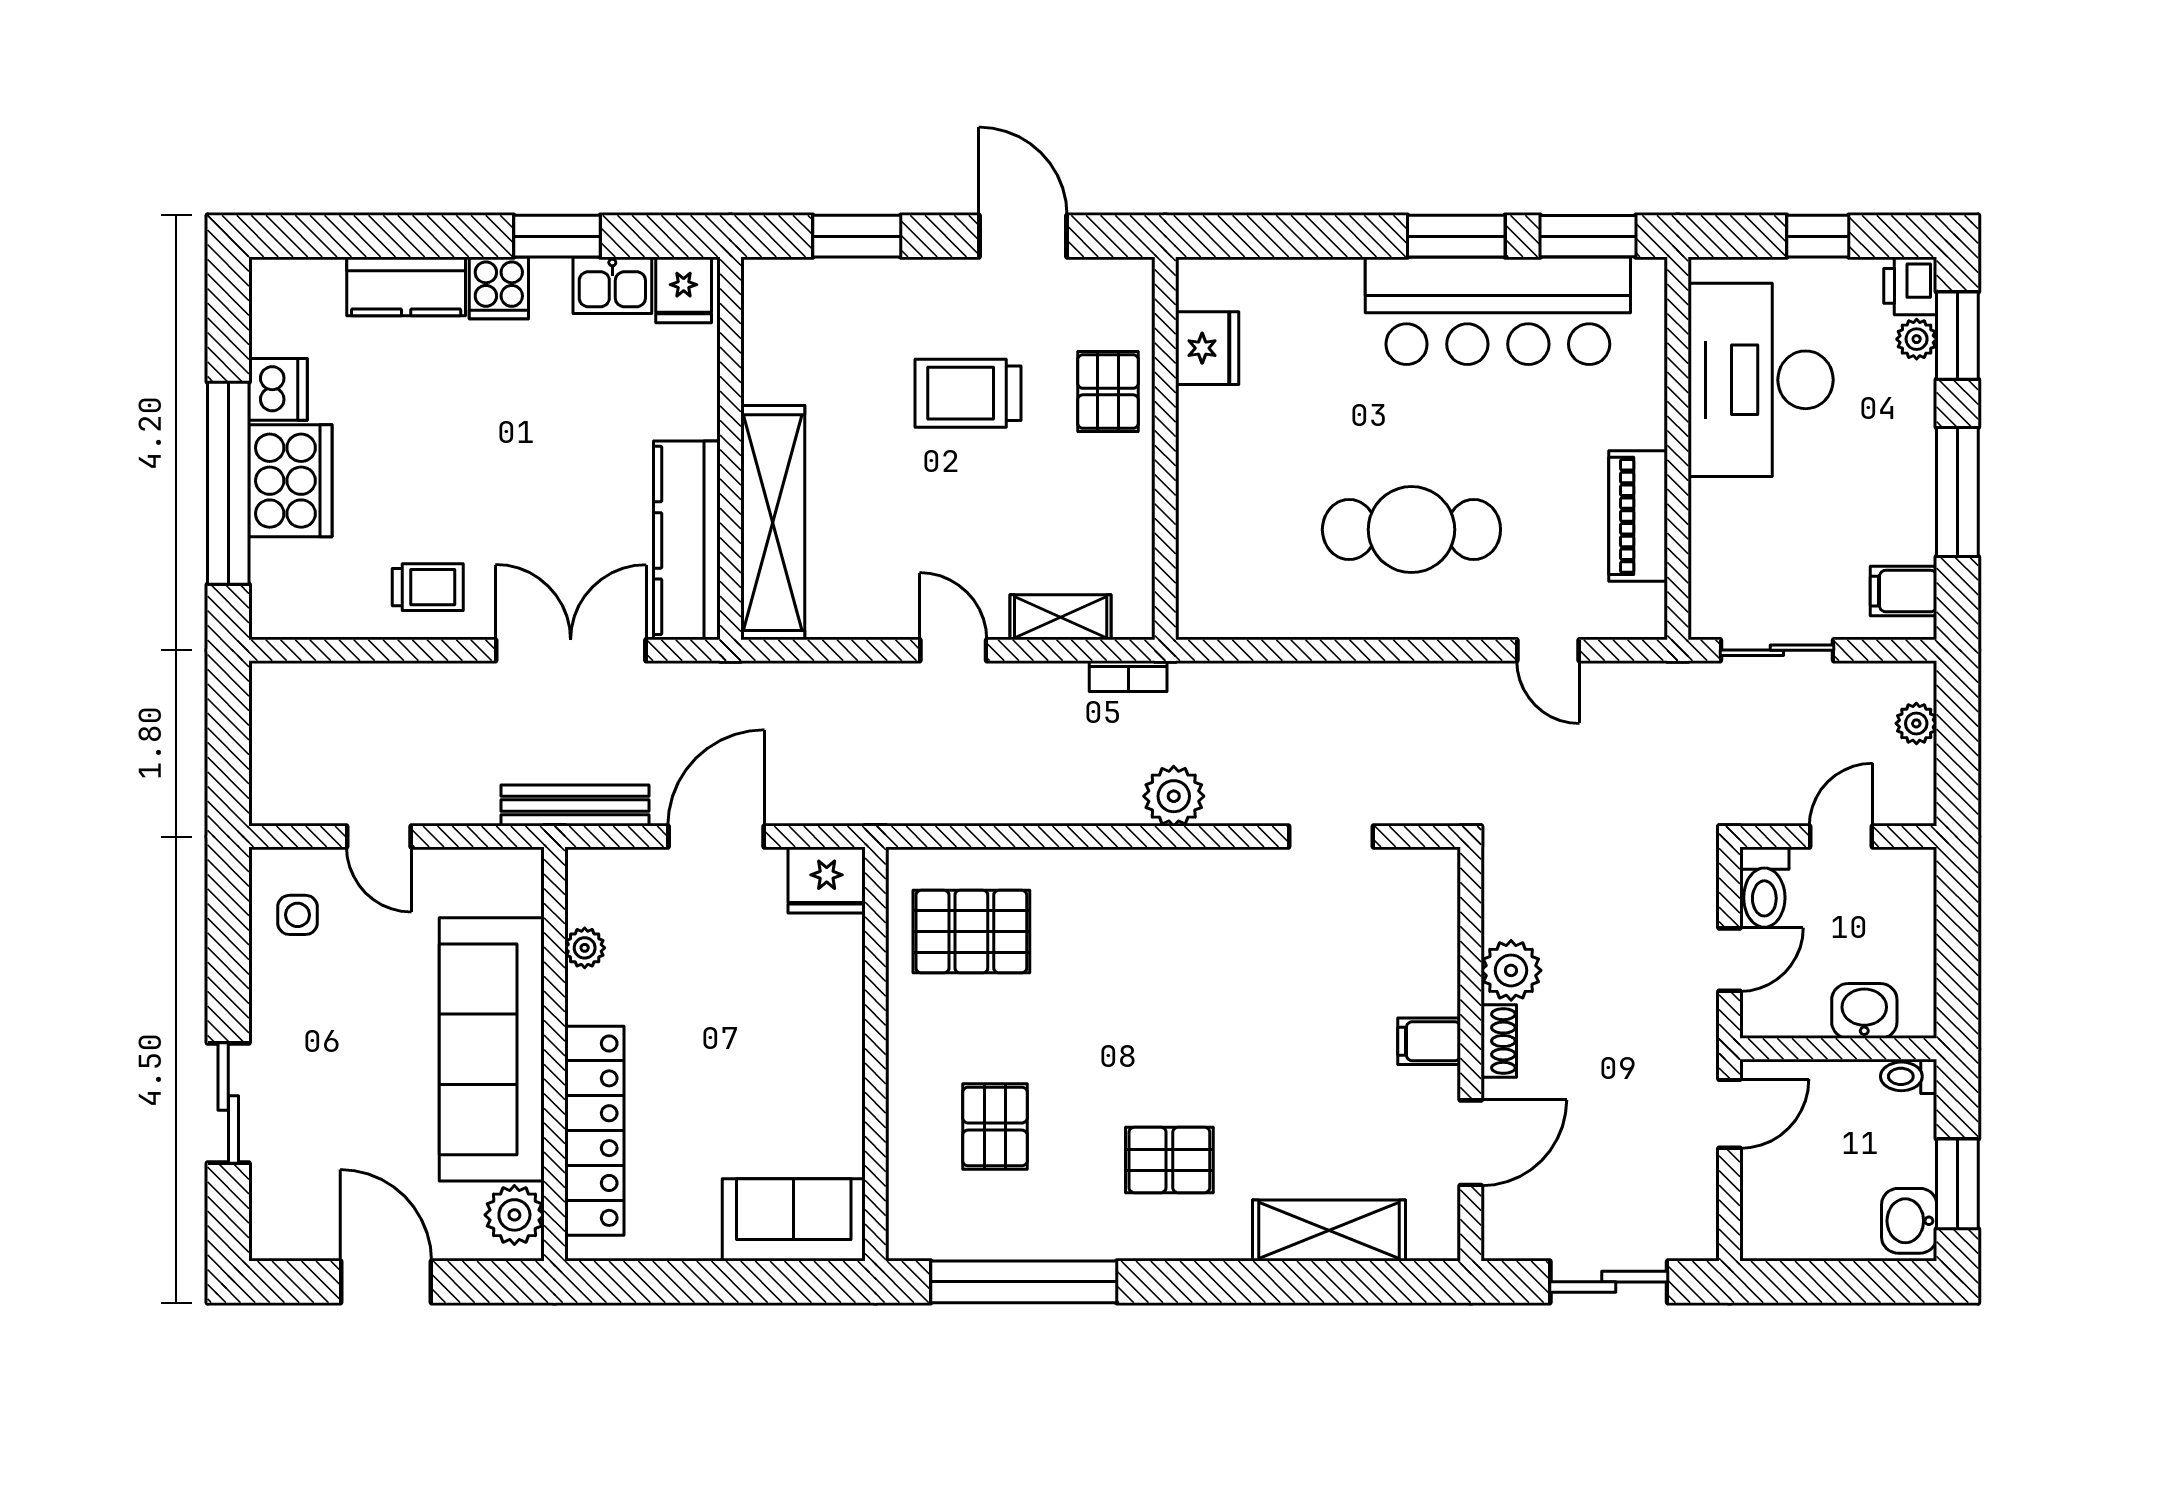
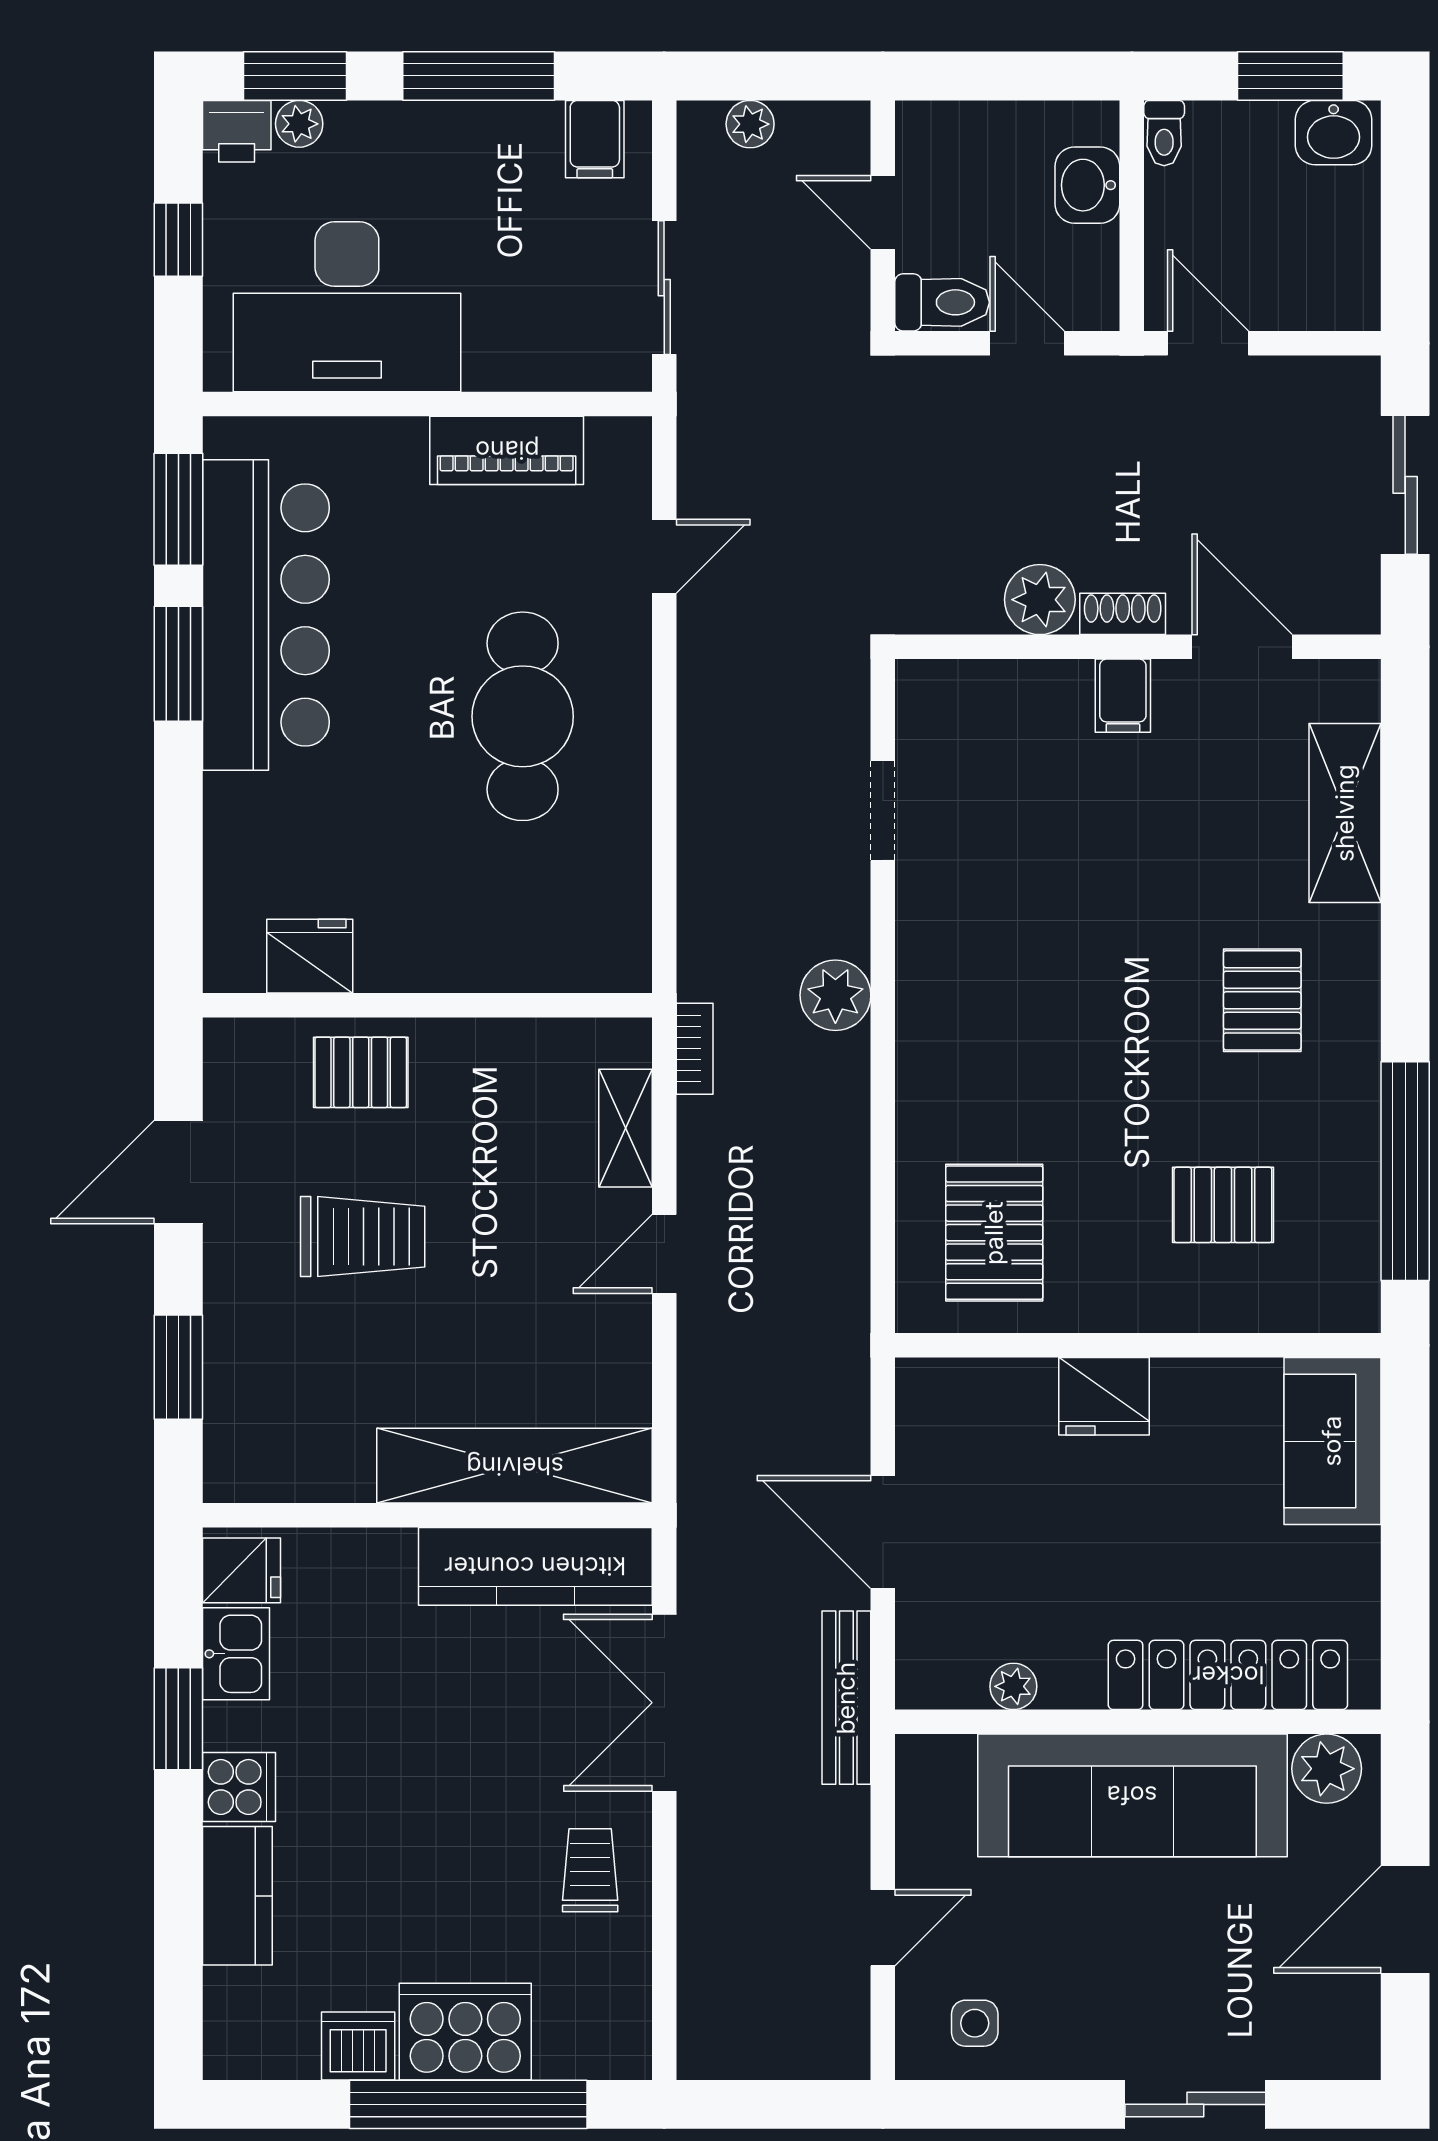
trolley: (968, 393) -> (363, 1237), turned -90
fridge: (827, 880) -> (1104, 1396), moved, turned 90

